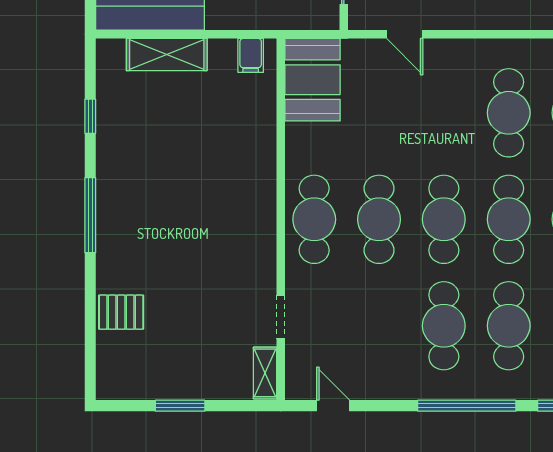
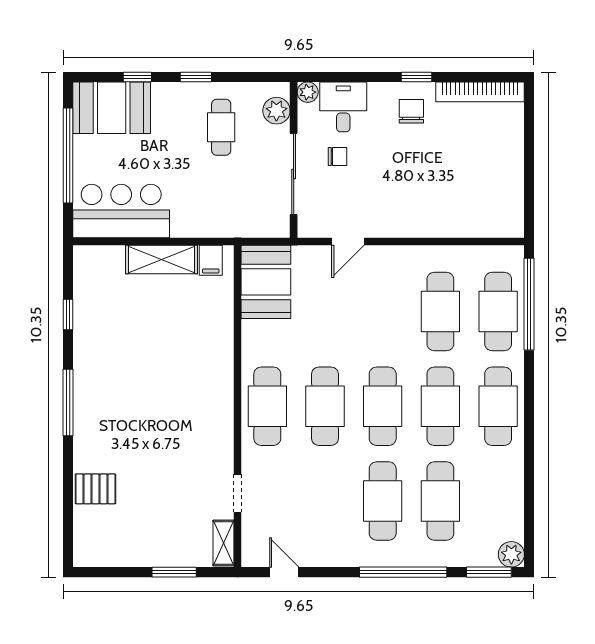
door: (405, 34) -> (348, 242), hinge flipped
shelving: (167, 55) -> (162, 260), moved
window: (180, 406) -> (174, 572), moved

